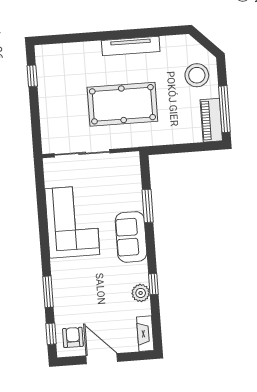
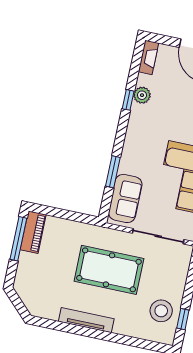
stool: (197, 75) -> (161, 311), moved
sofa: (131, 237) -> (125, 198), moved

